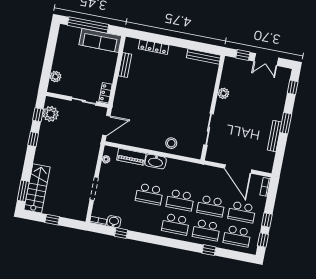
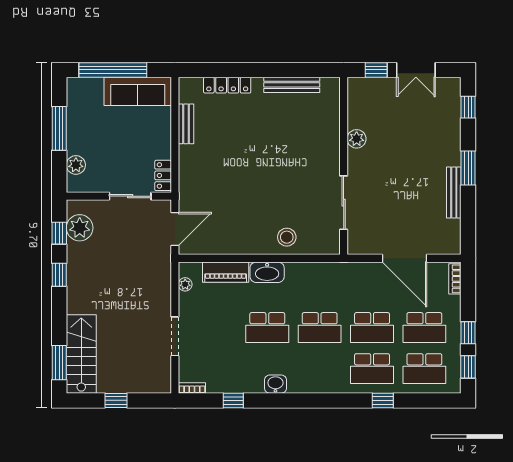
window: (50, 53) -> (59, 128), added
bench: (204, 56) -> (292, 85), moved
washbasin: (114, 222) -> (275, 384), moved
school desk: (176, 224) -> (320, 369), removed

